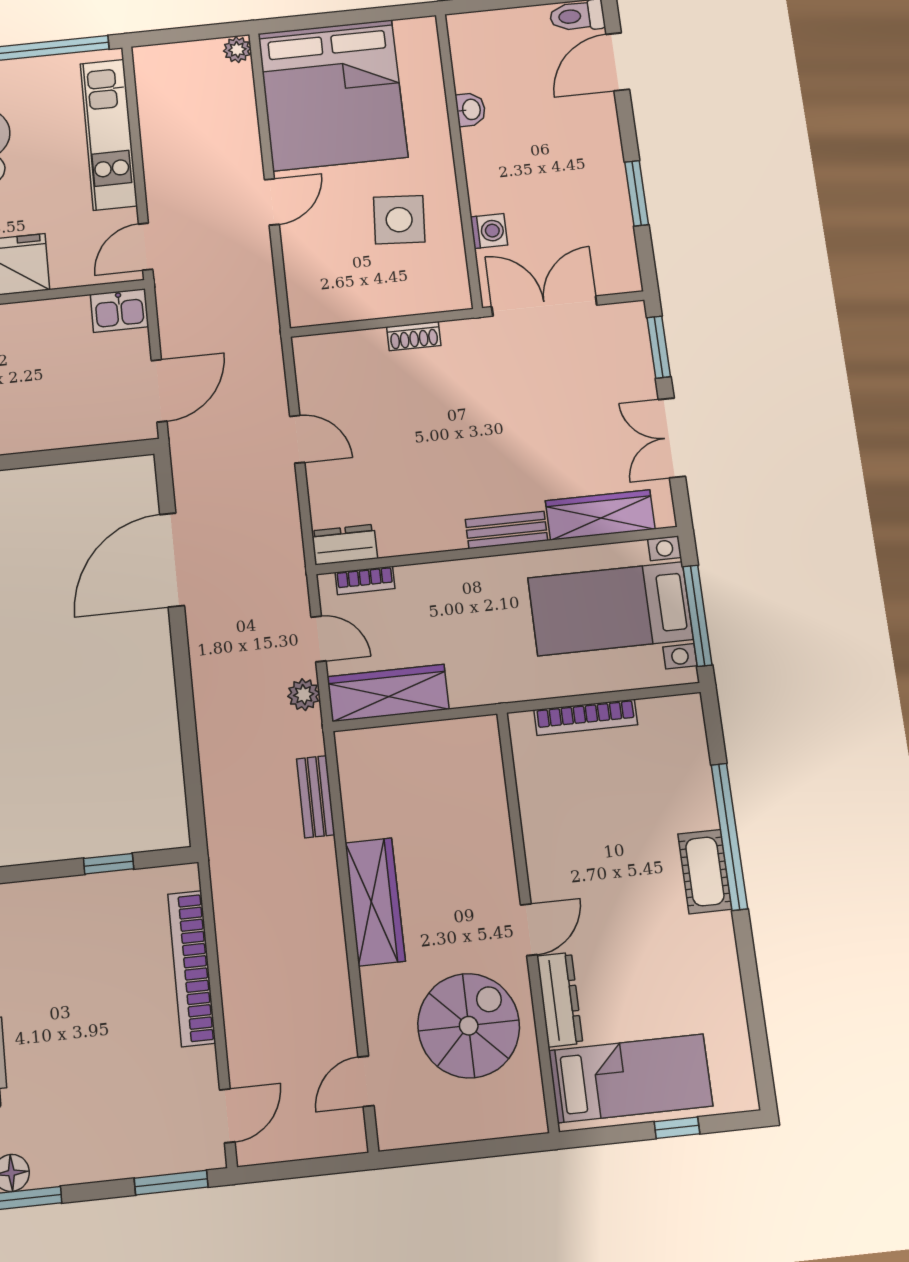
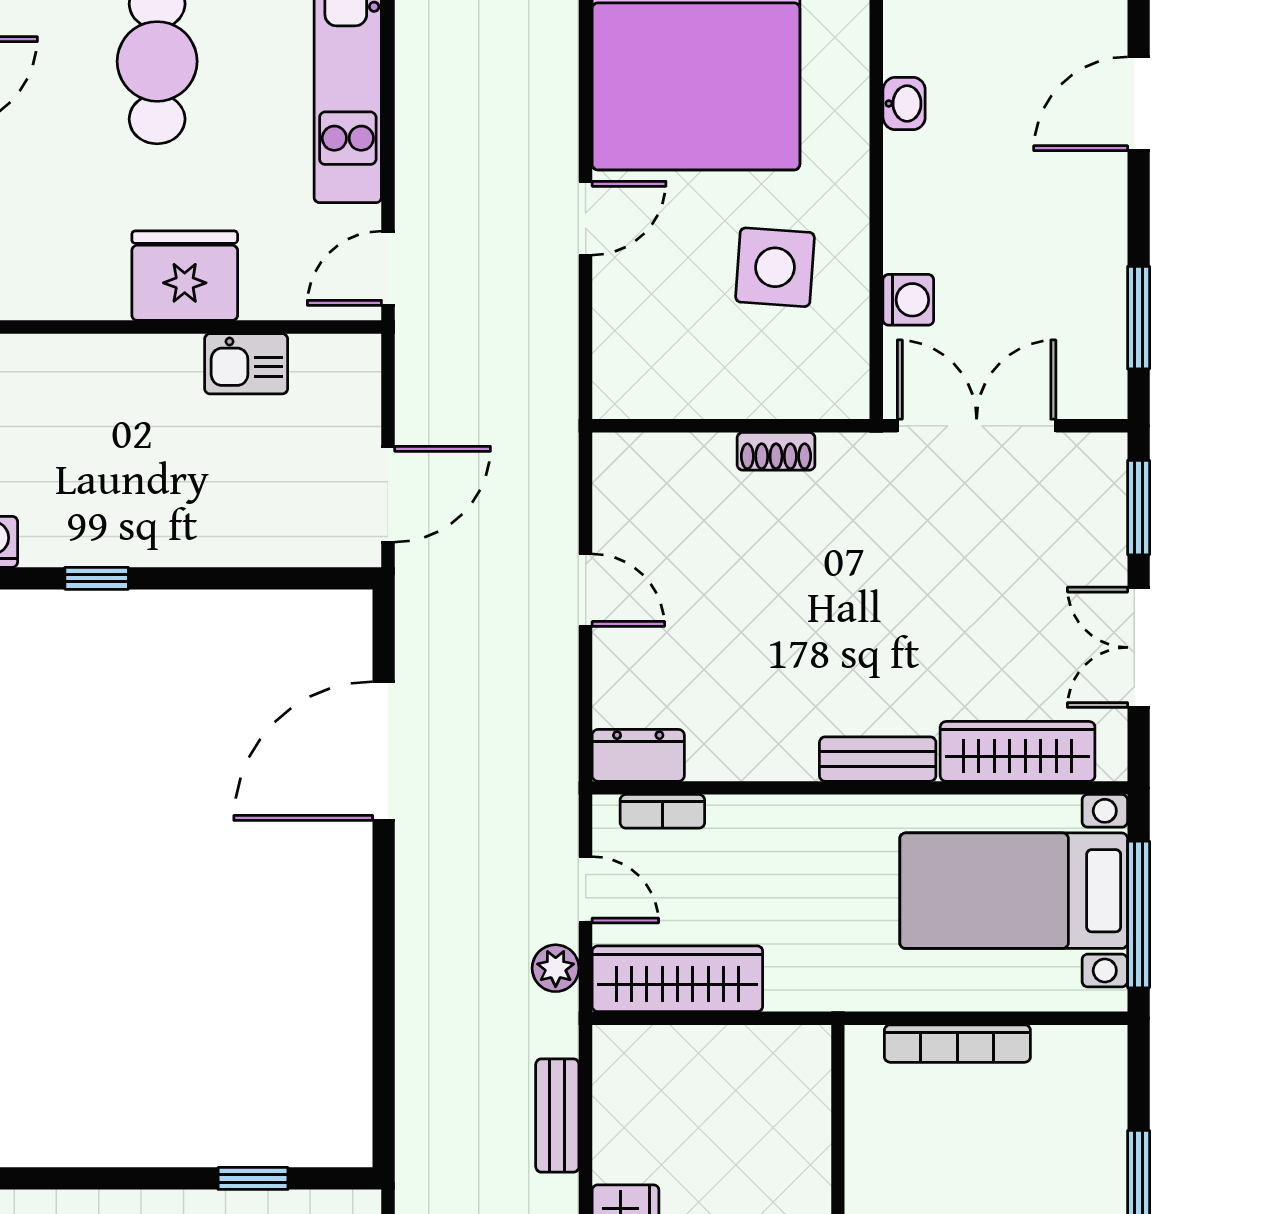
door: (618, 62) -> (1139, 104), moved
window: (637, 193) -> (1139, 318), moved
kitchen sink: (119, 310) -> (246, 364), moved

